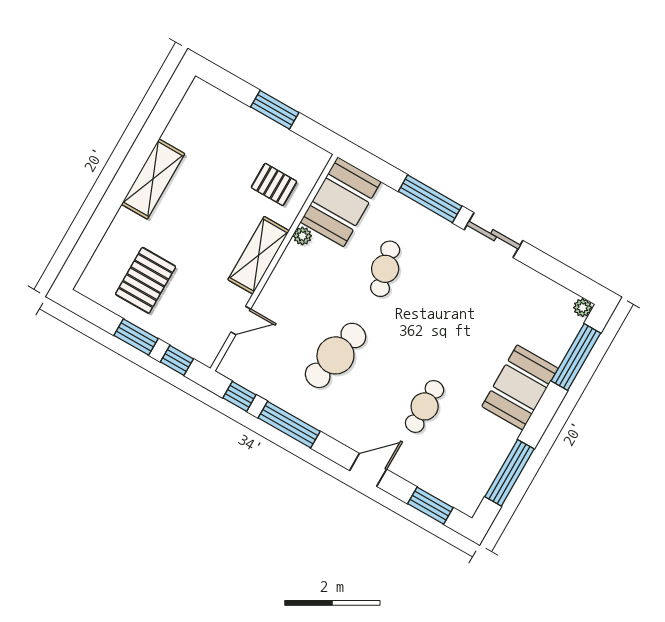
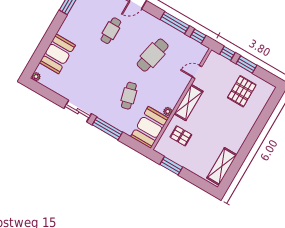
window: (275, 110) -> (171, 166), moved
shelving: (153, 179) -> (222, 166), moved
window: (576, 357) -> (39, 53), removed
booth: (520, 387) -> (57, 54), moved

